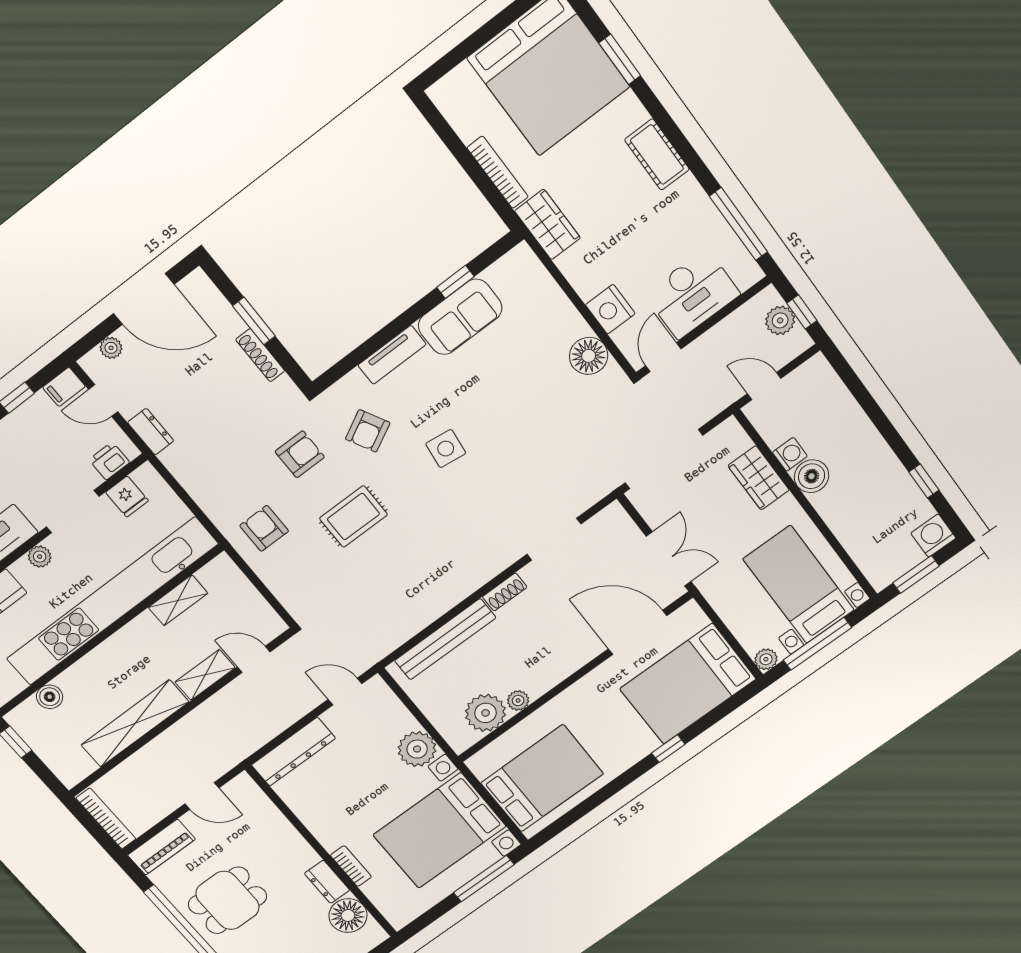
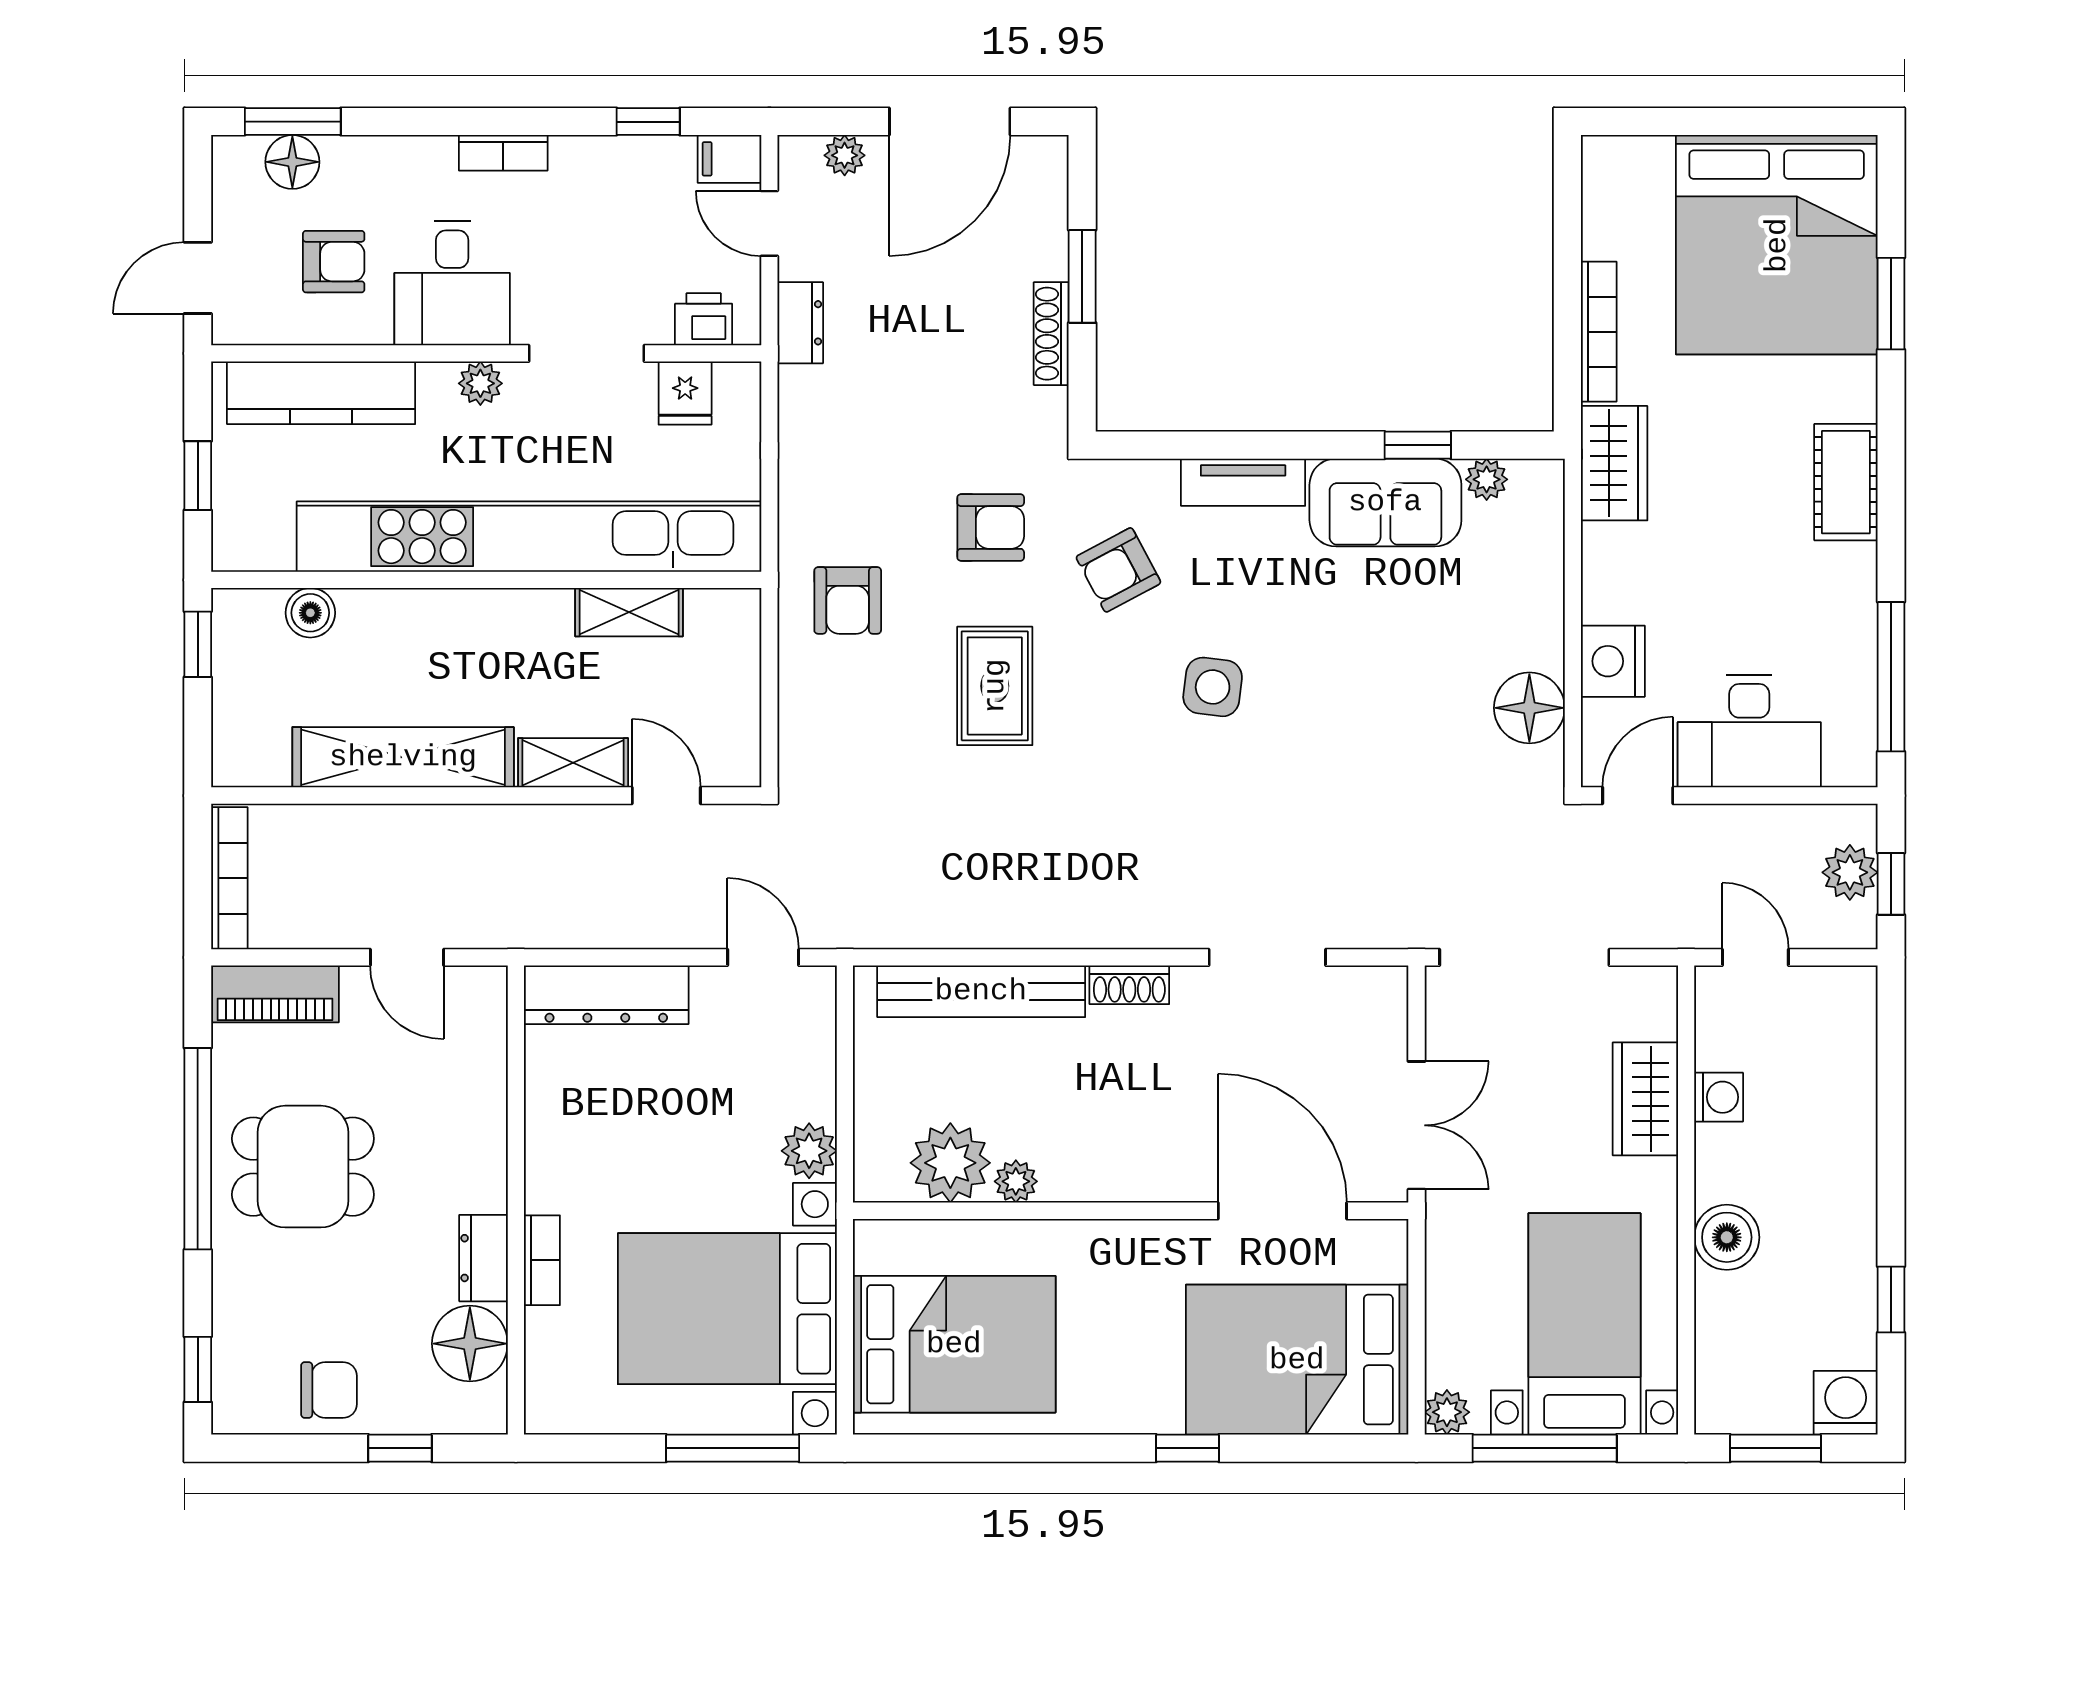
plant: (497, 274) -> (1487, 479), added
door: (144, 299) -> (950, 122), hinge flipped
boiler: (812, 476) -> (1727, 1237), moved
rug: (353, 516) -> (995, 686), turned 90
armchair: (264, 528) -> (848, 600), turned 180
plant: (417, 749) -> (809, 1151), width x0.73, depth x0.73

